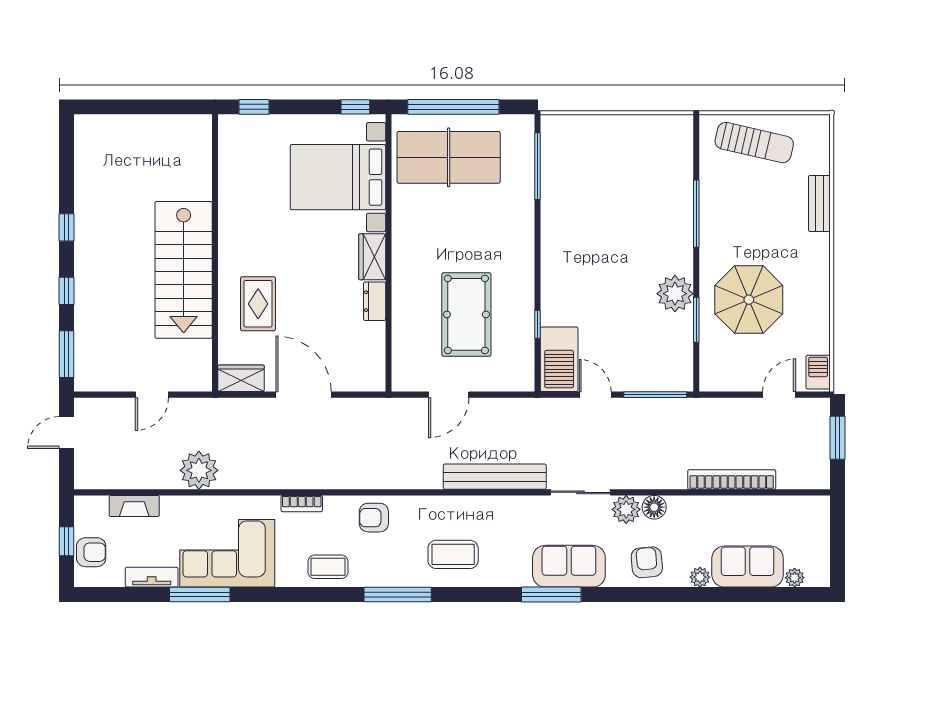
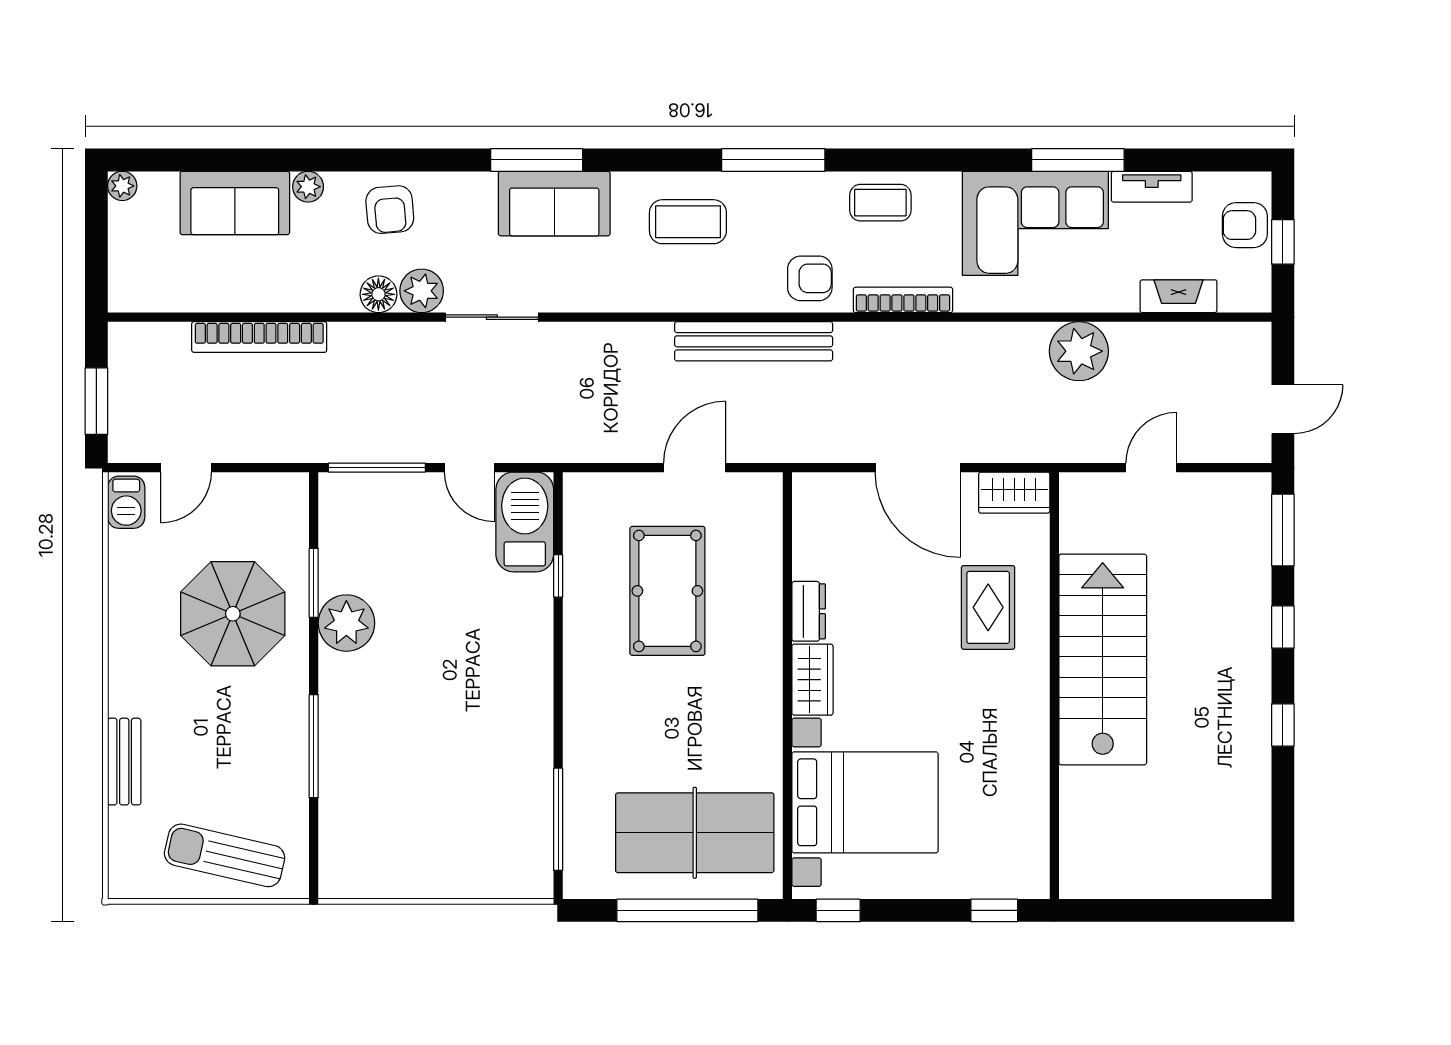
bench: (495, 477) -> (754, 341), moved
bookcase: (302, 504) -> (903, 300), width x1.56
sofa: (569, 566) -> (554, 204), moved
plant: (795, 578) -> (122, 186), moved

